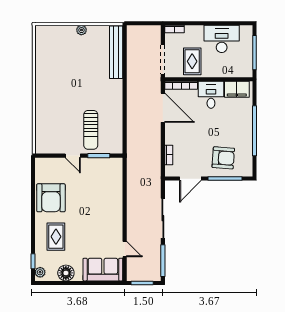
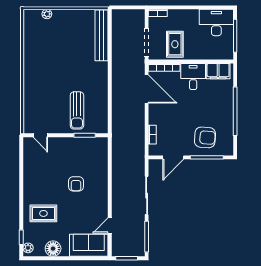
plant: (81, 30) -> (47, 14), moved
desk: (222, 39) -> (216, 22), moved
door: (73, 156) -> (40, 135), moved
armchair: (51, 198) -> (76, 184), moved, width x0.53, depth x0.53
rug: (56, 237) -> (43, 213), turned 90
door: (125, 249) -> (110, 226), swing flipped

